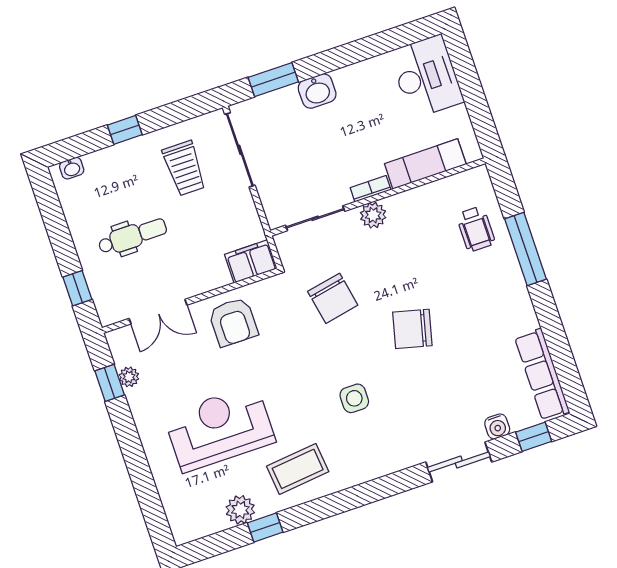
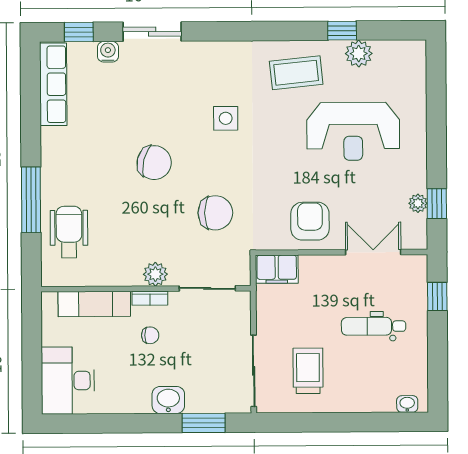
window: (125, 130) -> (349, 422), removed
chair: (358, 151) -> (150, 335), added
wheelchair: (476, 229) -> (69, 232), width x1.36, depth x1.37
chair: (333, 298) -> (215, 213), turned 101

